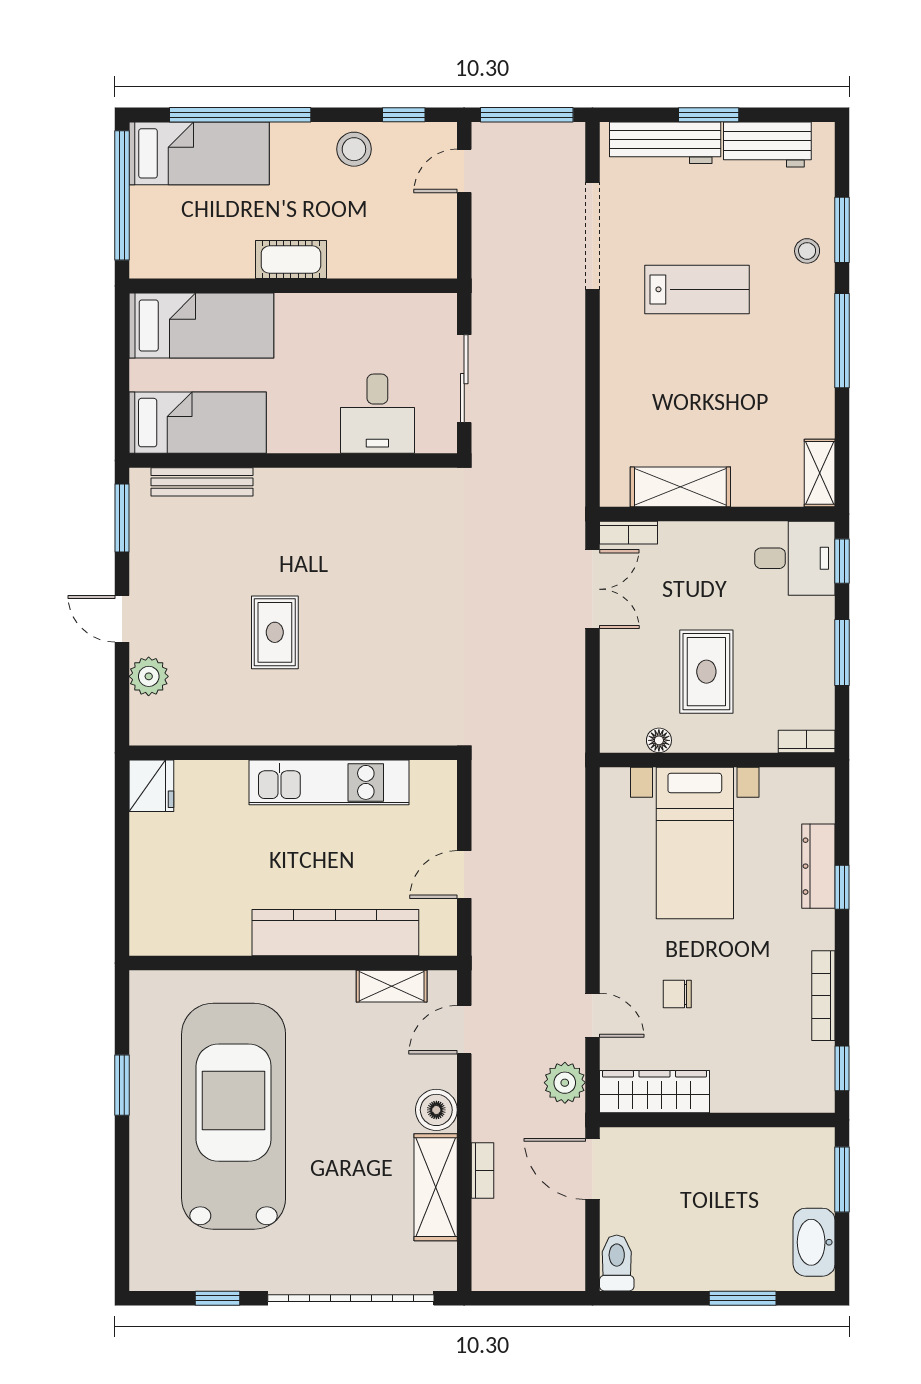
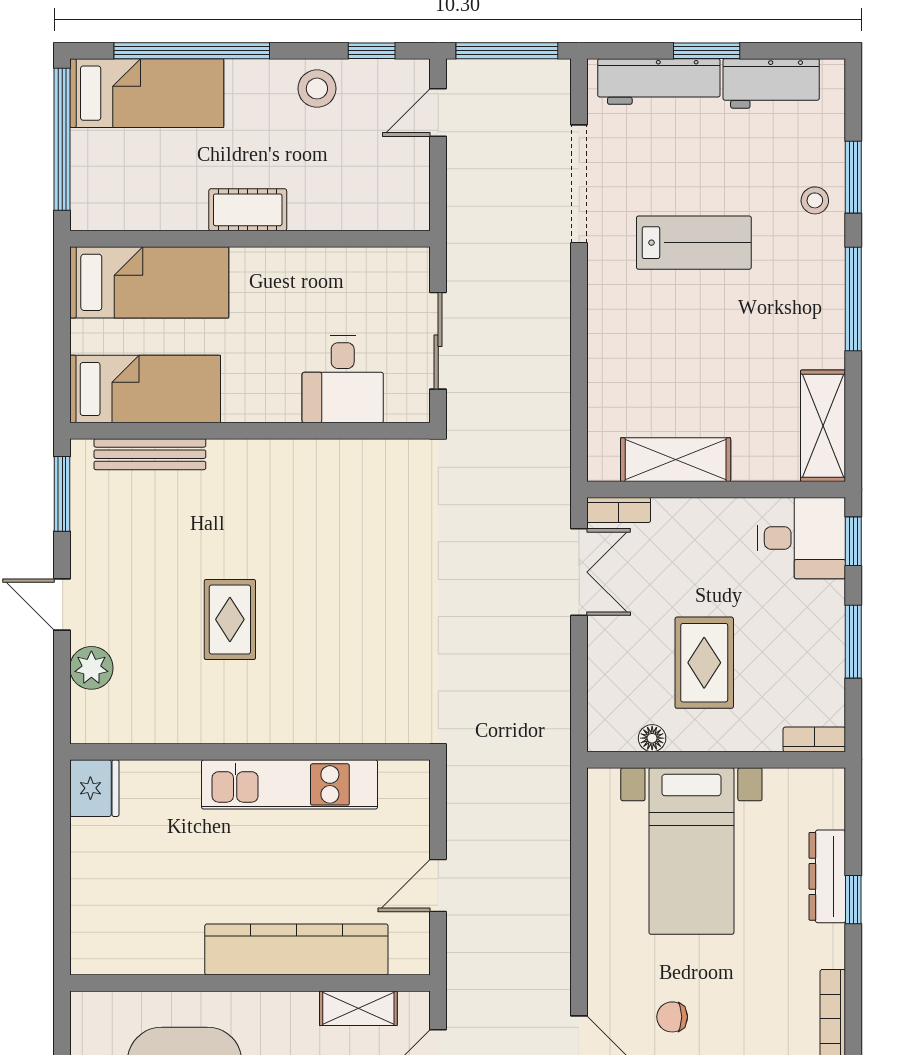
shelving: (820, 473) -> (823, 426), width x1.50, depth x1.33

